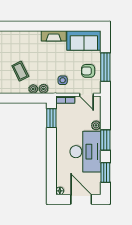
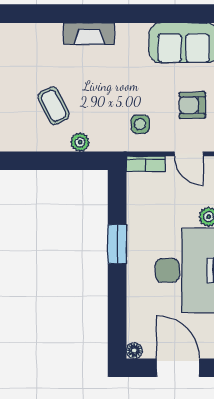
fireplace: (54, 36) -> (89, 34), moved
plant: (43, 89) -> (101, 142), removed
window: (51, 118) -> (117, 244), moved

